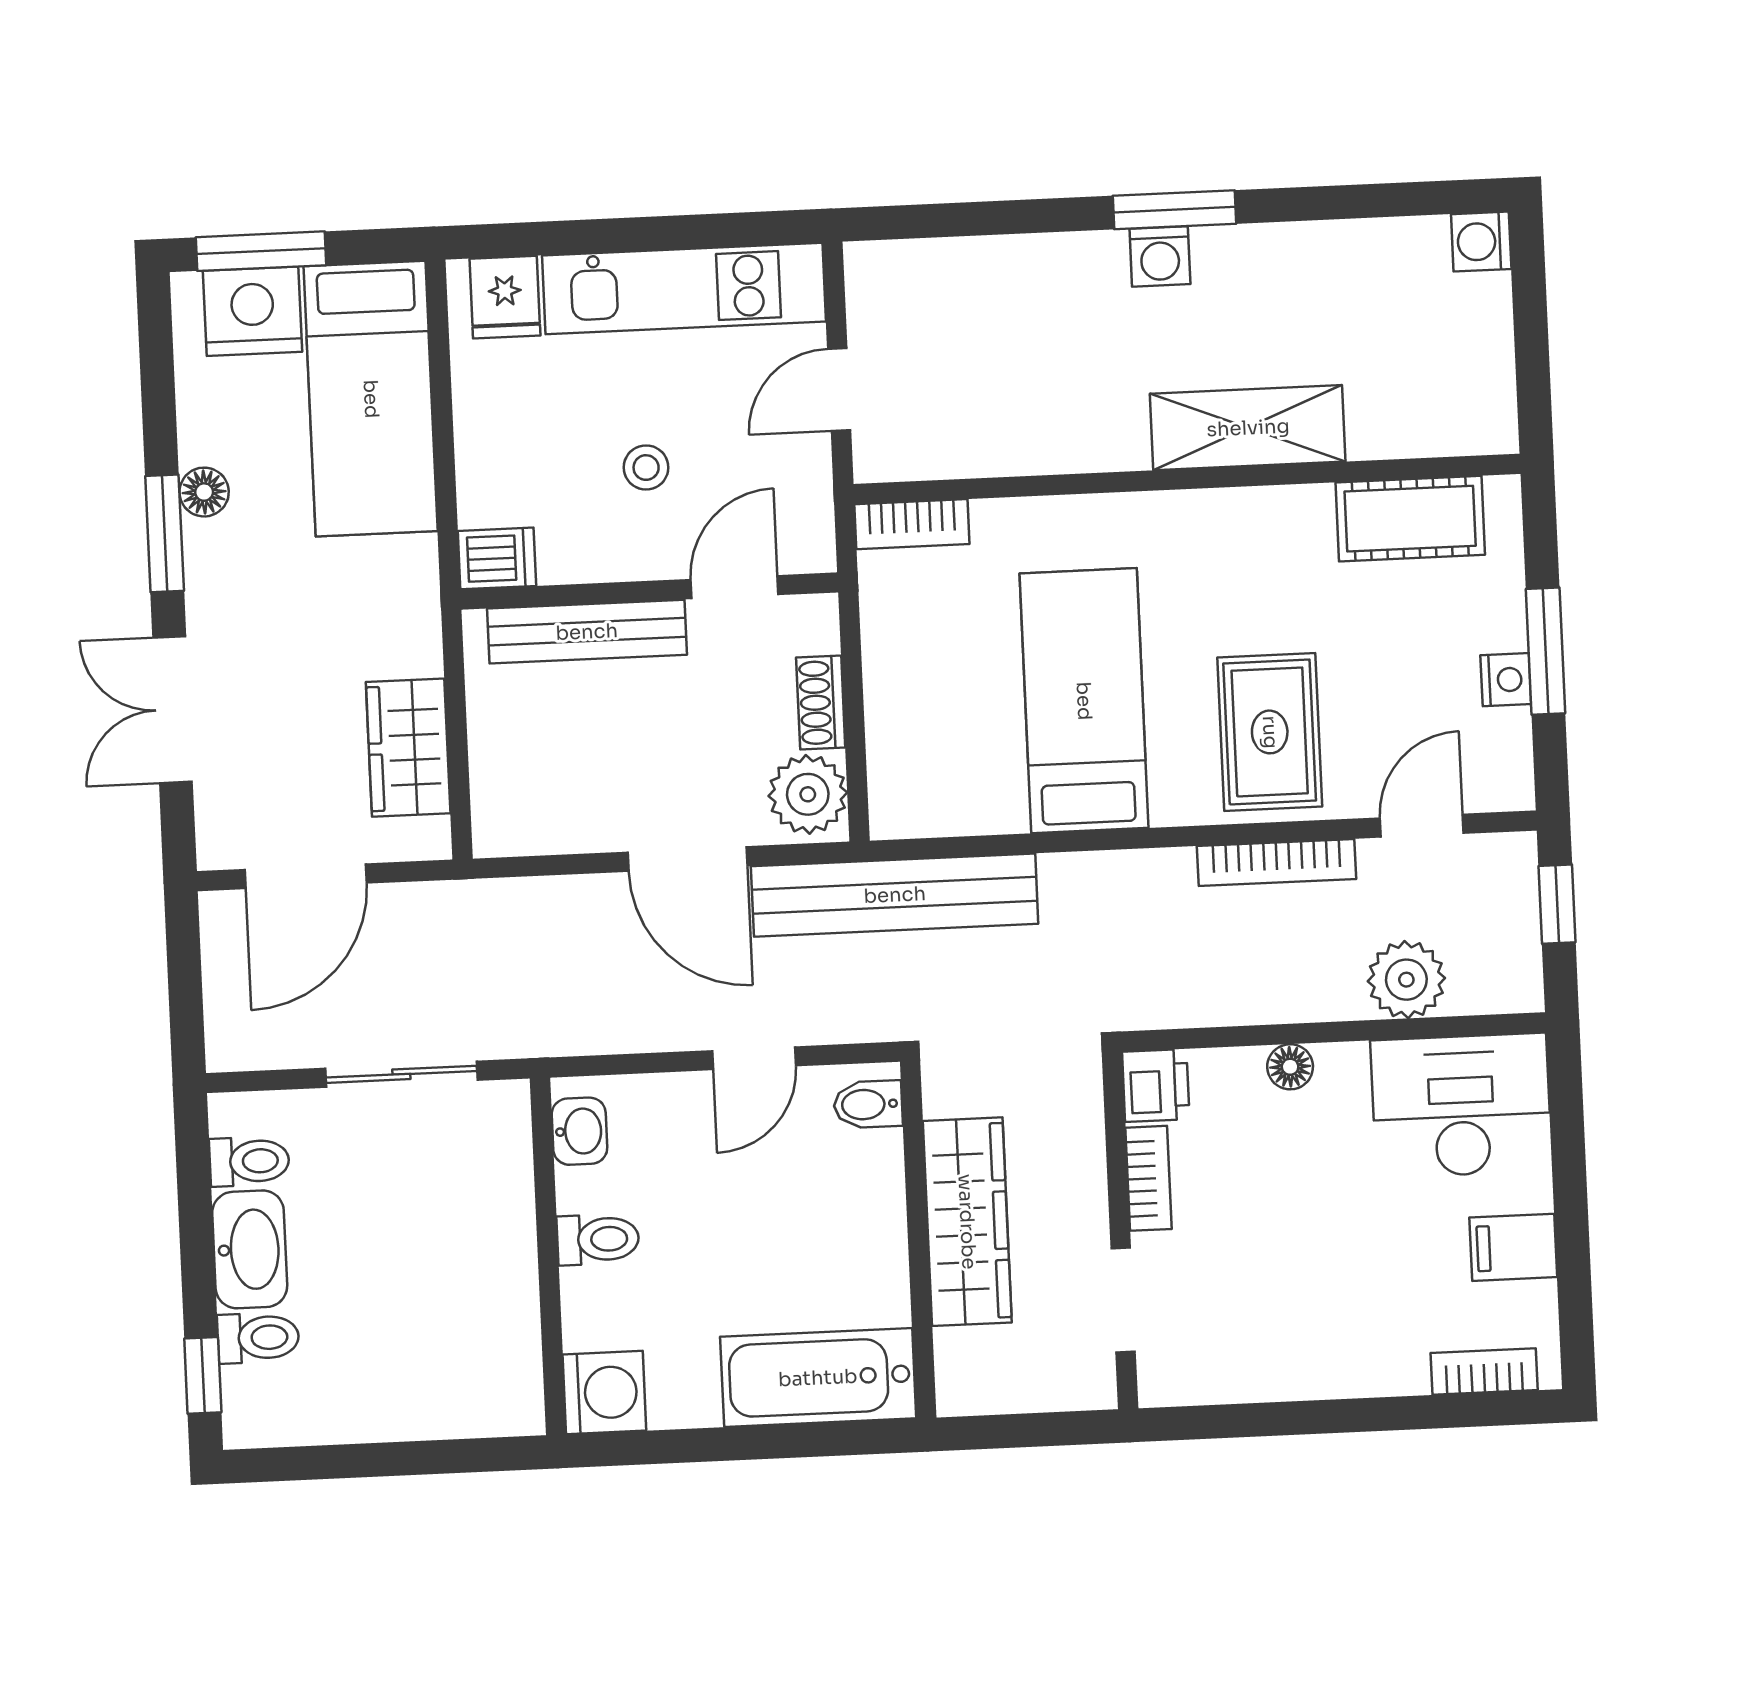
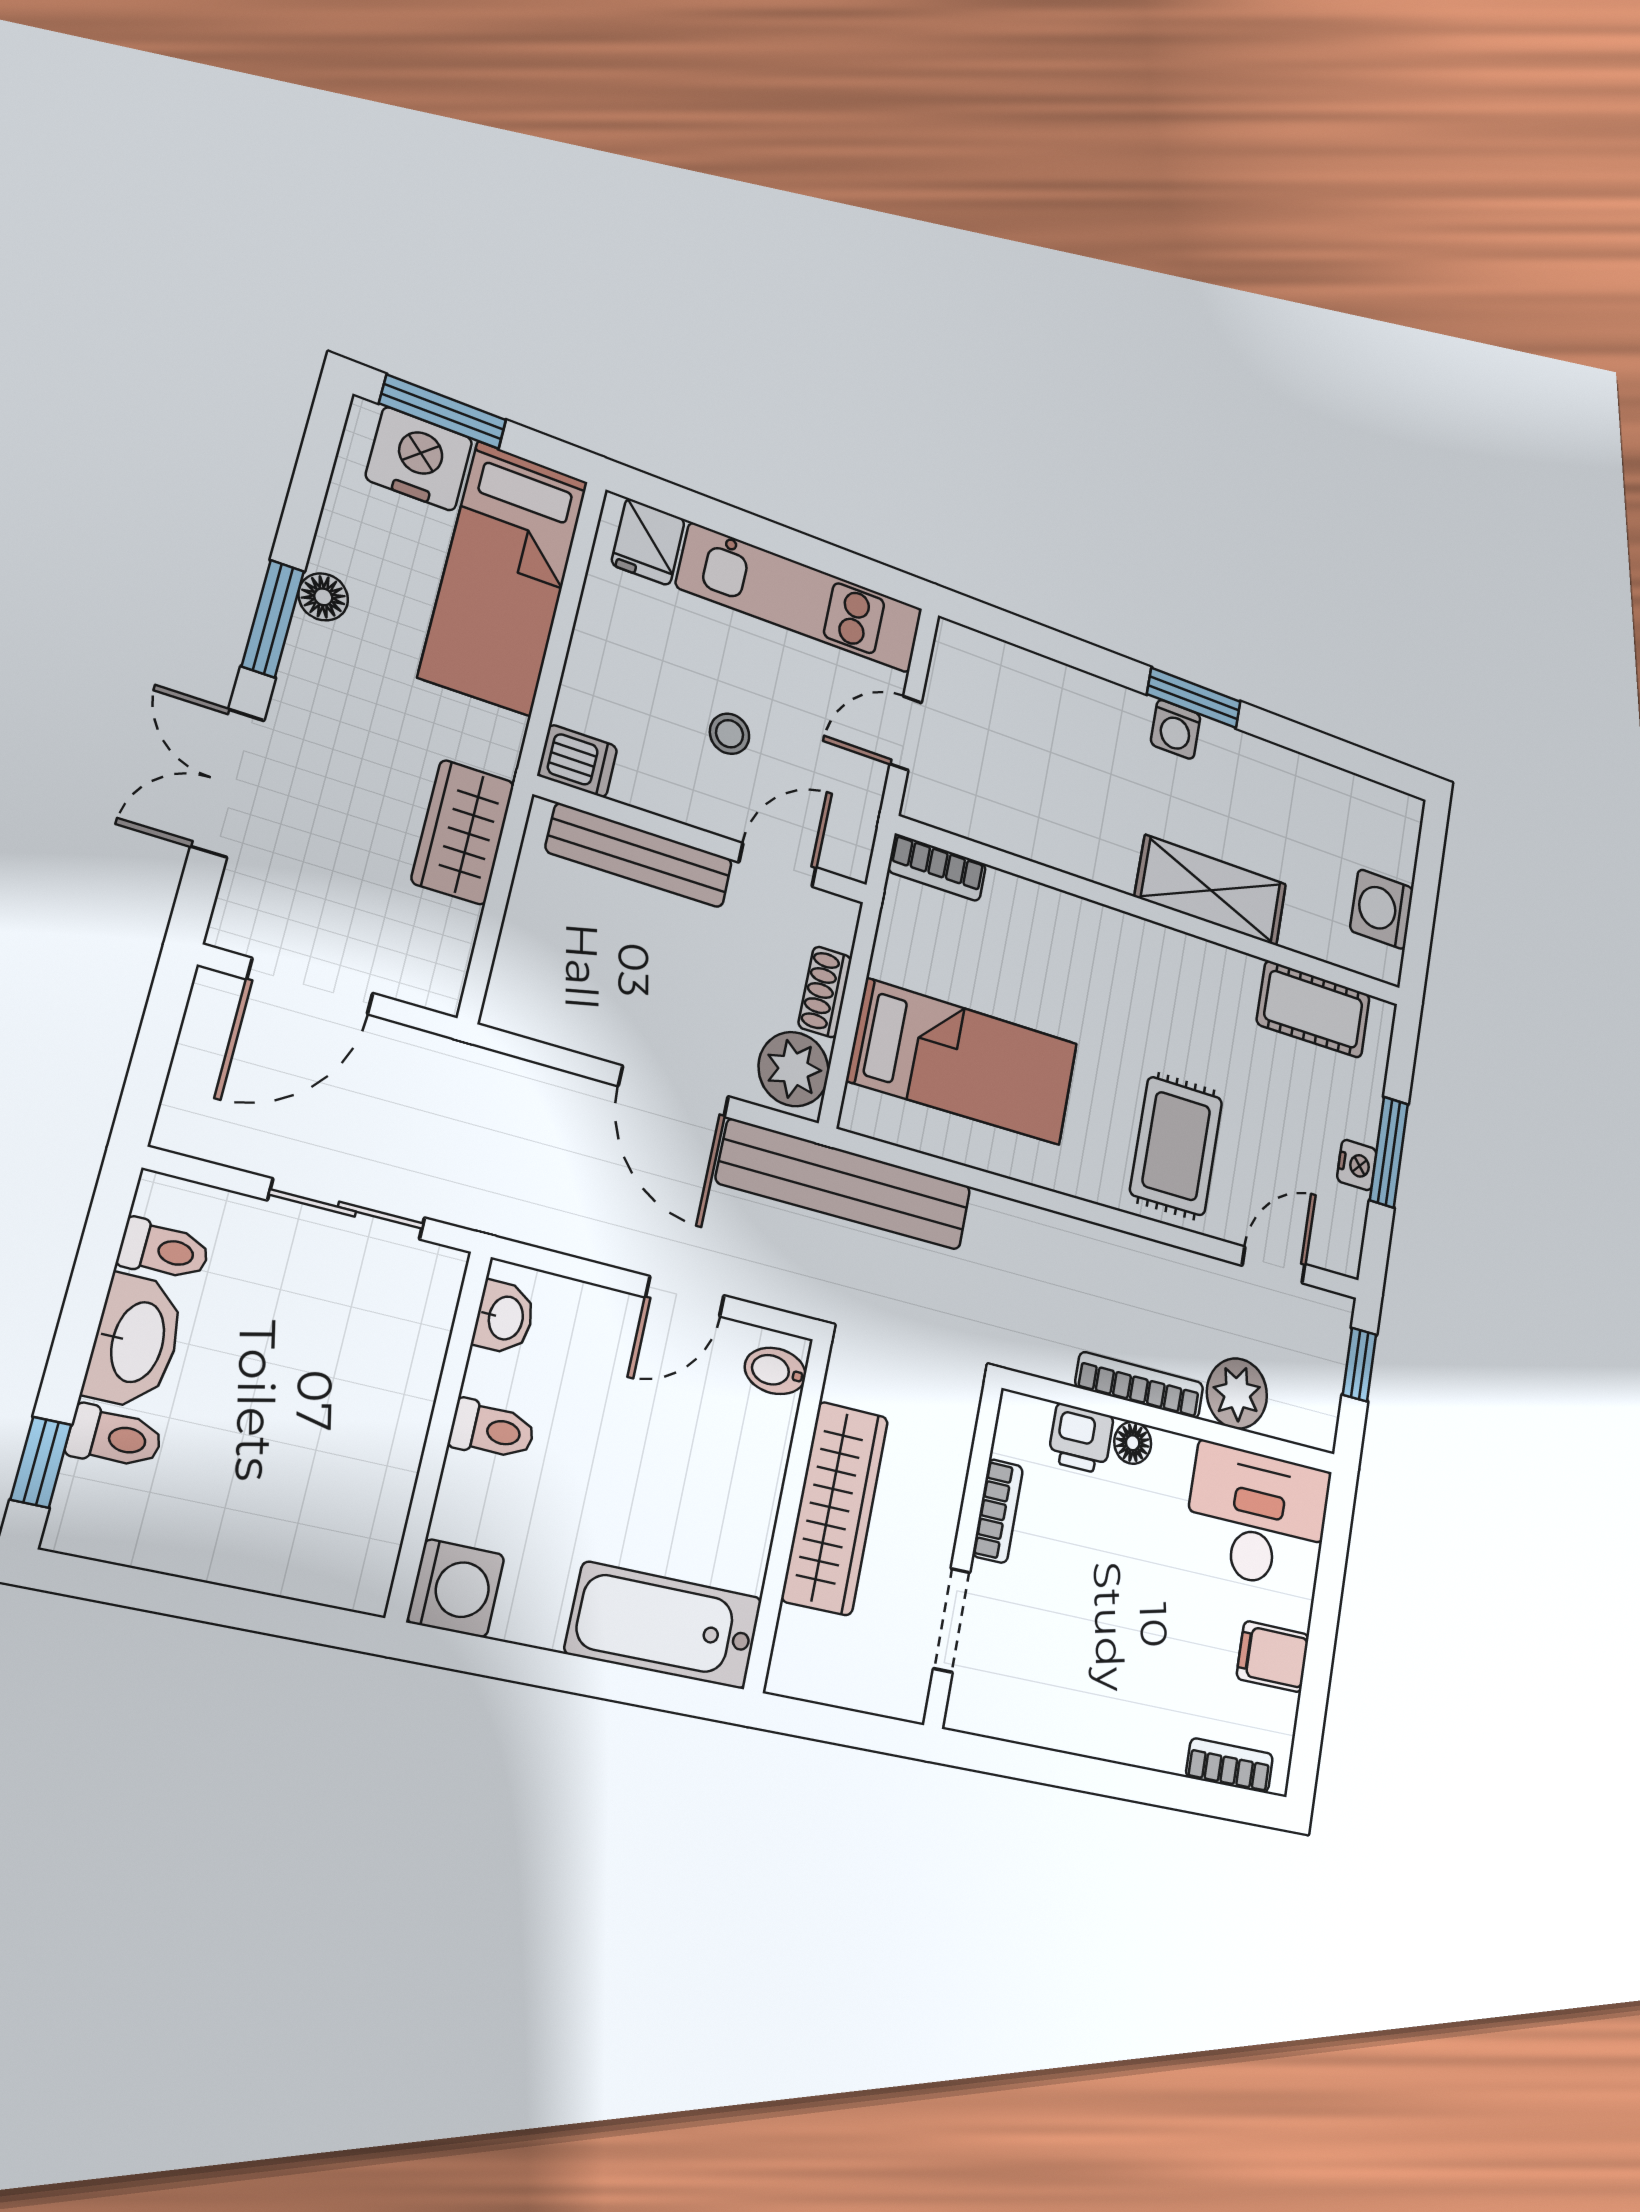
washing machine: (1481, 242) -> (1382, 909), moved, width x1.38, depth x1.38
bed: (1084, 701) -> (964, 1062), moved, turned 90
wardrobe: (408, 748) -> (463, 832), moved
bookcase: (1277, 863) -> (1140, 1385), moved, turned 180
printer: (1156, 1085) -> (1081, 1439), moved, turned 90

